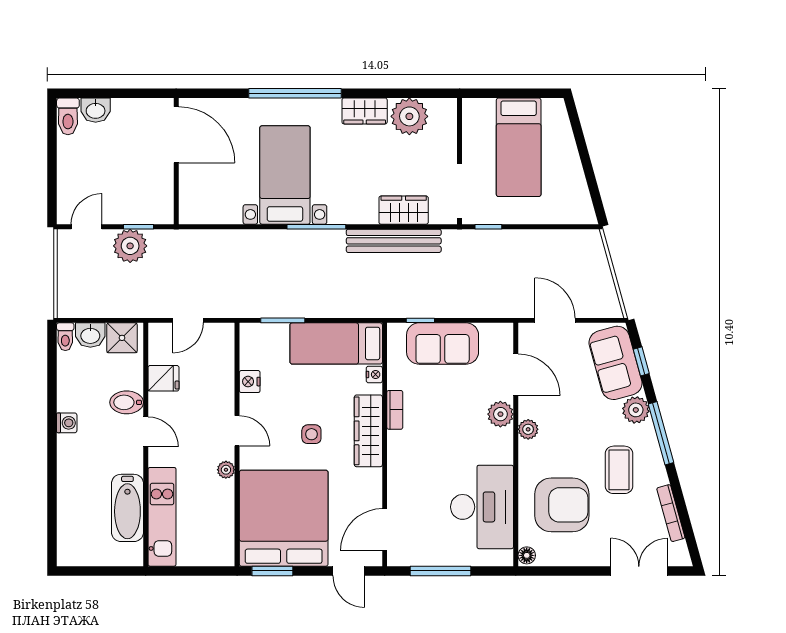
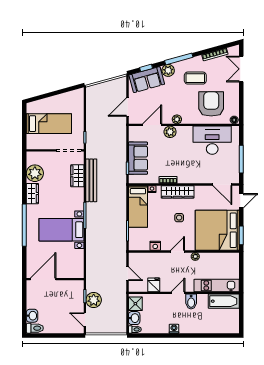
bidet: (127, 402) -> (191, 302), moved
bathtub: (127, 508) -> (224, 301), moved

